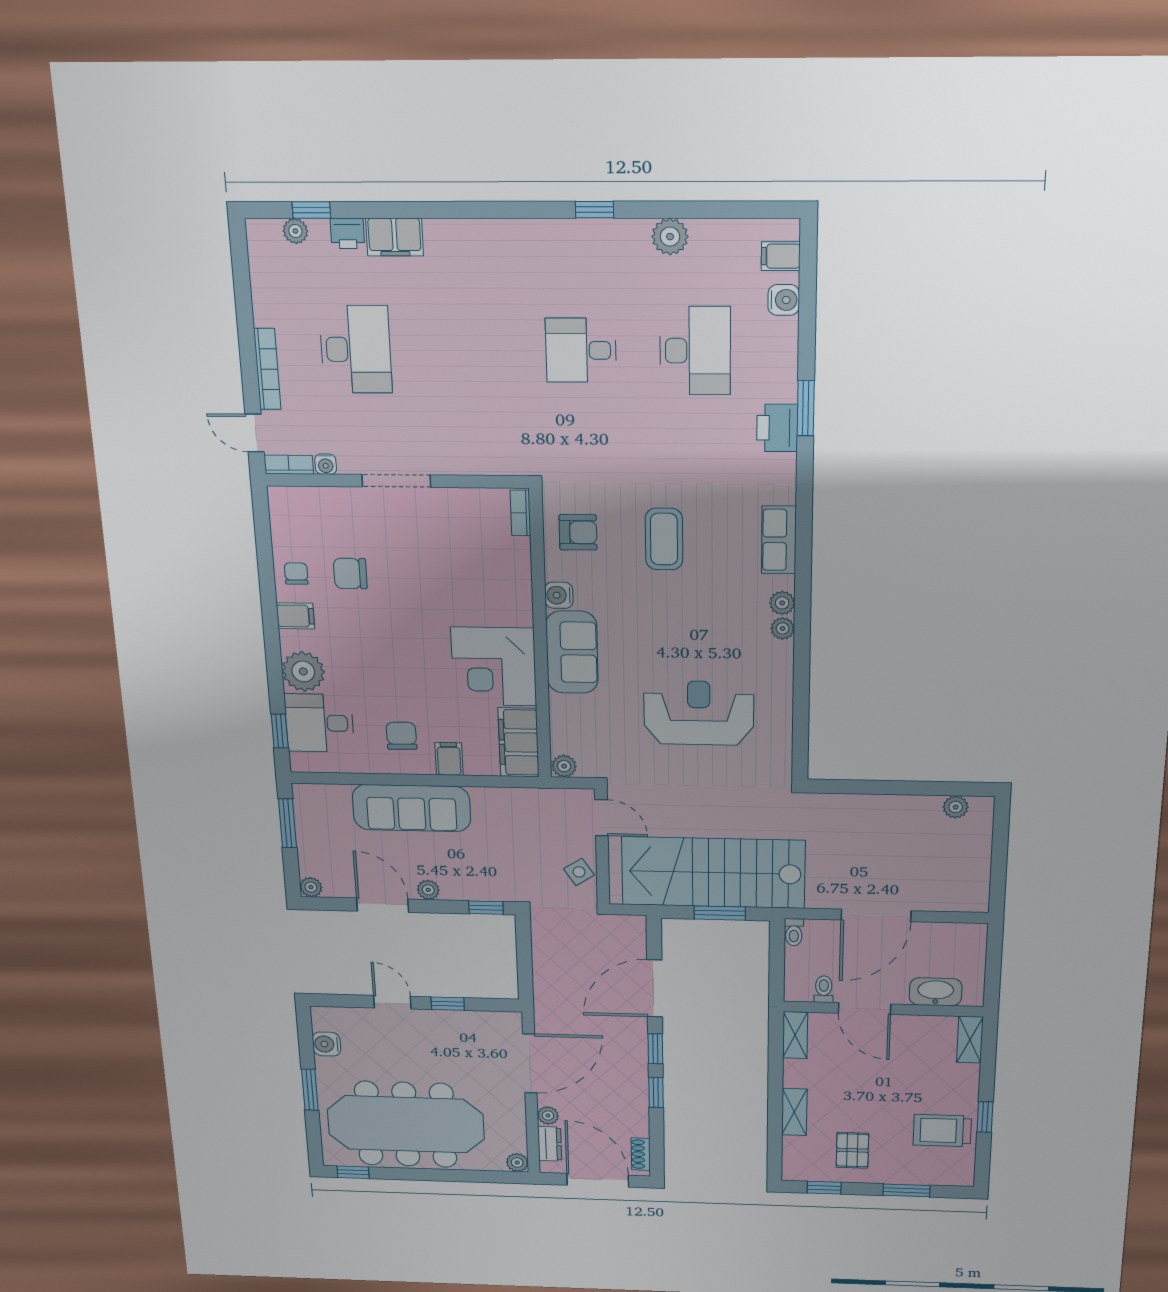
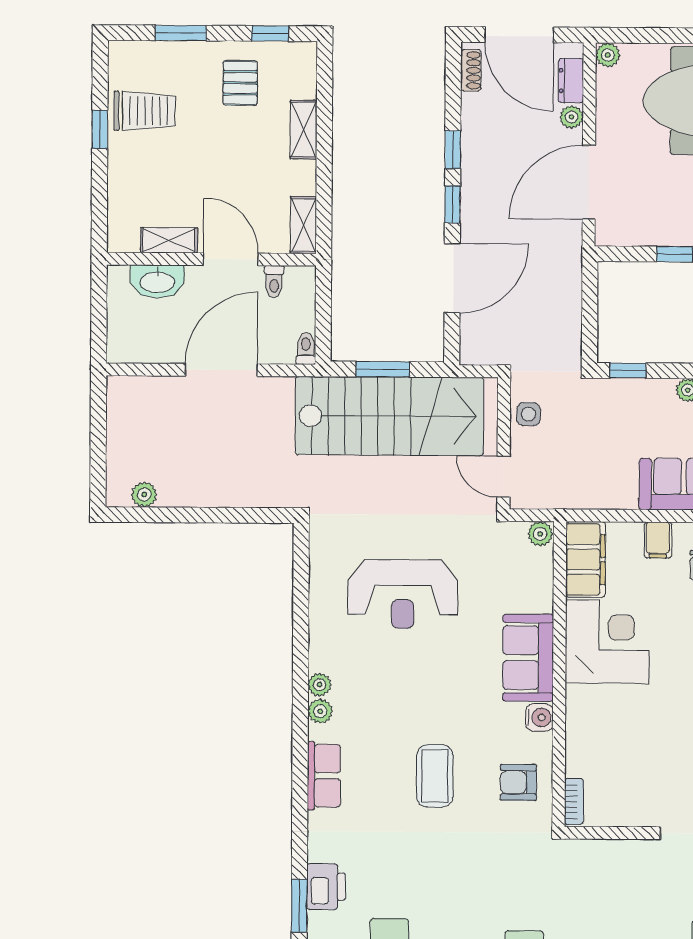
side table: (579, 872) -> (529, 414), turned 33
shelving: (970, 1040) -> (169, 240), moved, turned 90

